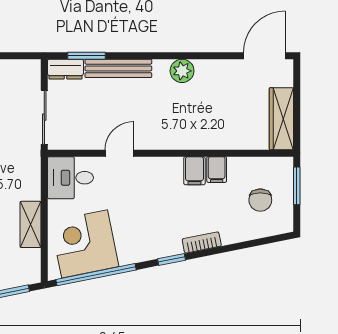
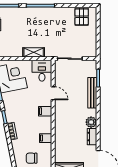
dresser: (65, 69) -> (92, 137), moved
filing cabinet: (194, 171) -> (45, 111), moved
shelving: (31, 224) -> (34, 52), moved

